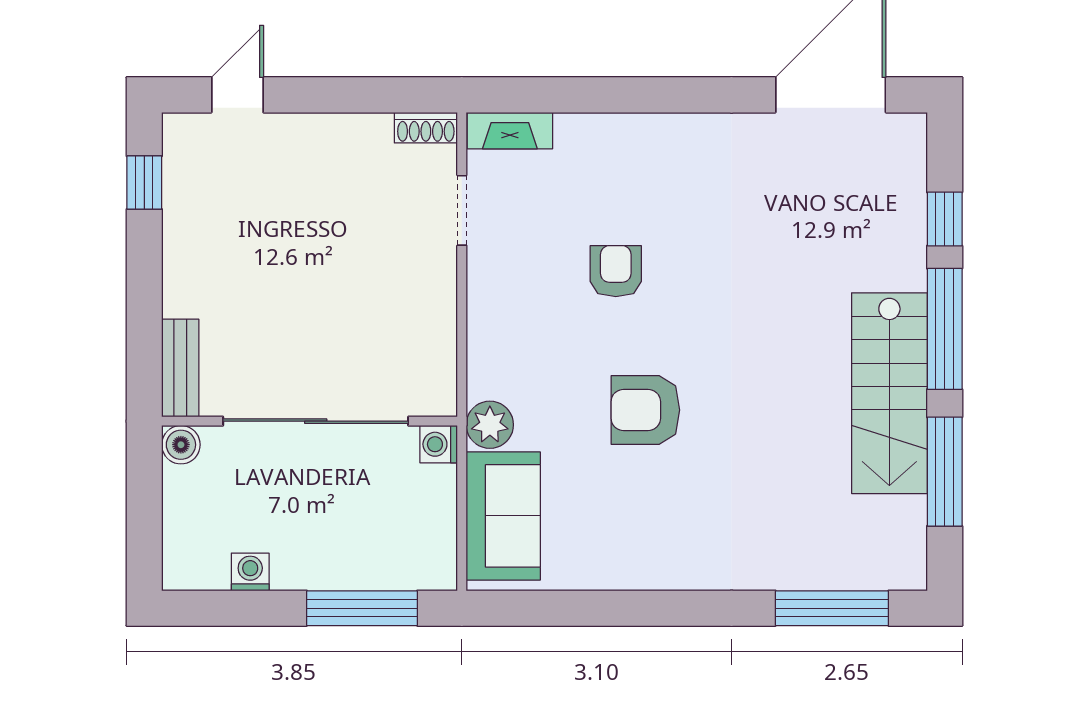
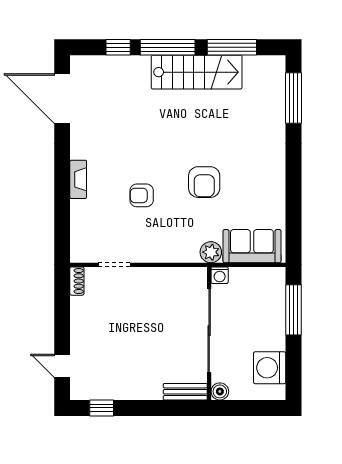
fireplace: (510, 131) -> (78, 179), moved
washing machine: (250, 572) -> (270, 368), width x1.89, depth x1.89

